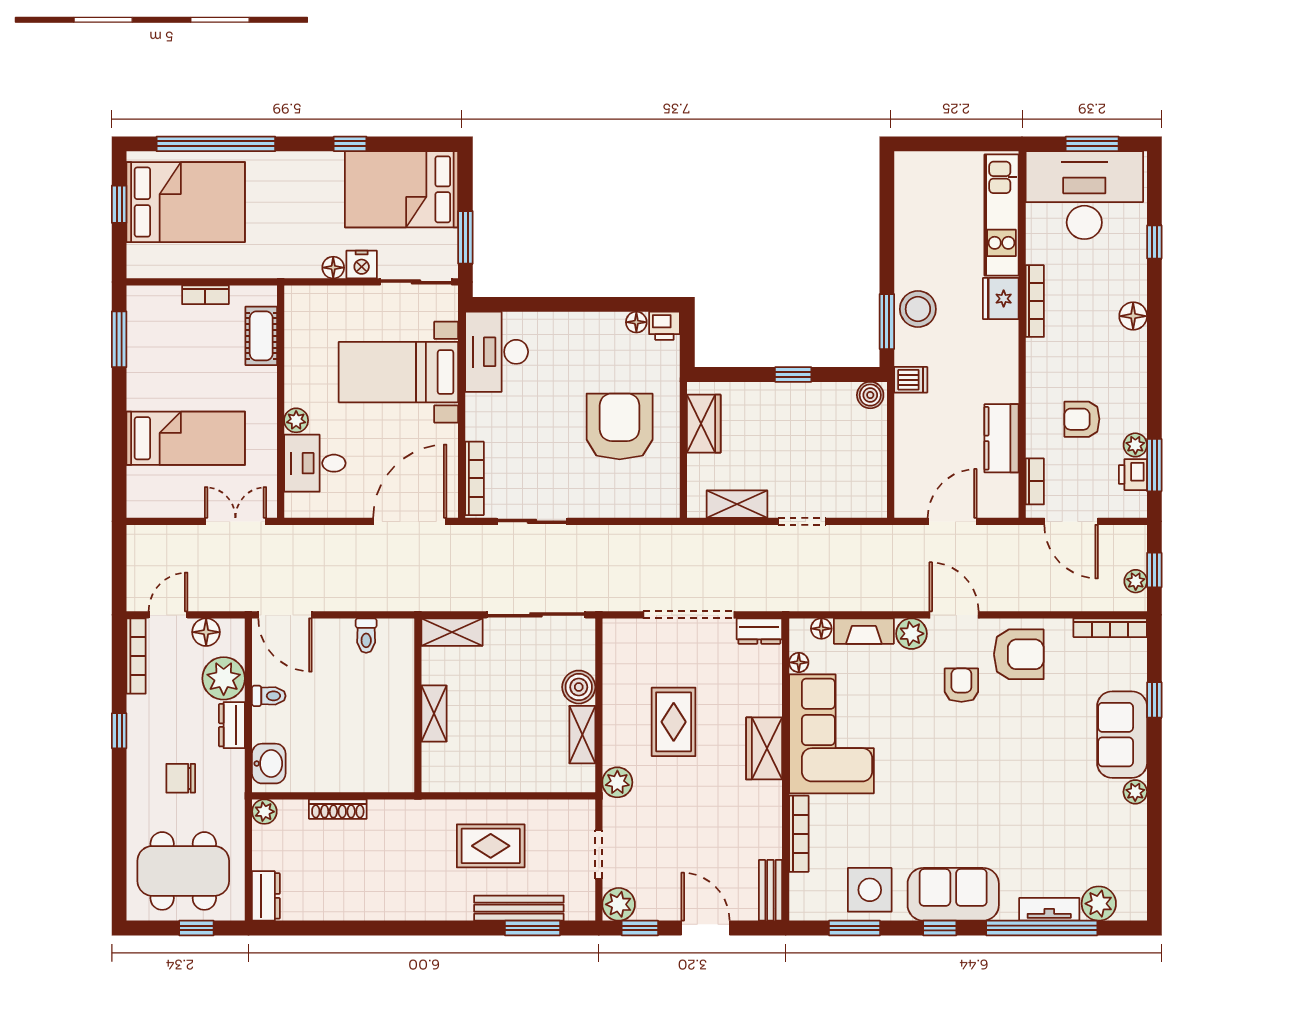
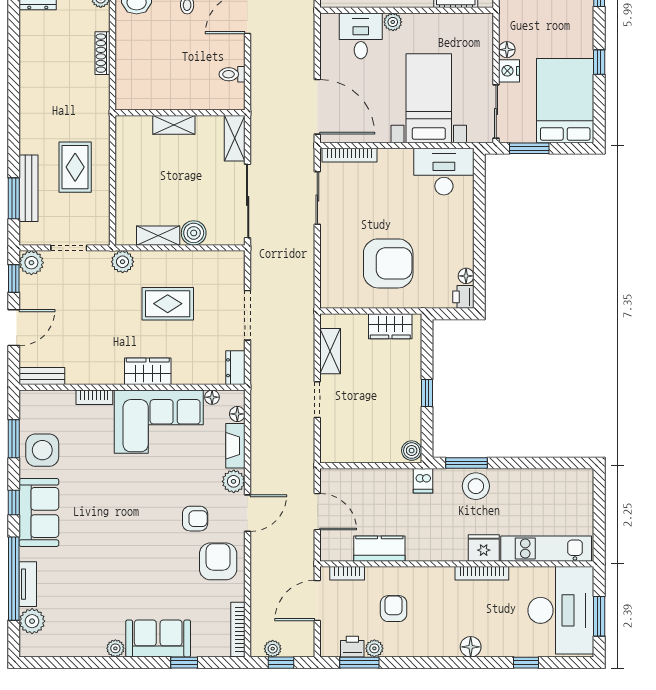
doorway: (689, 615) -> (248, 315), width x0.73
armchair: (1019, 654) -> (218, 561), turned 180
bookcase: (799, 834) -> (94, 397), width x0.64

